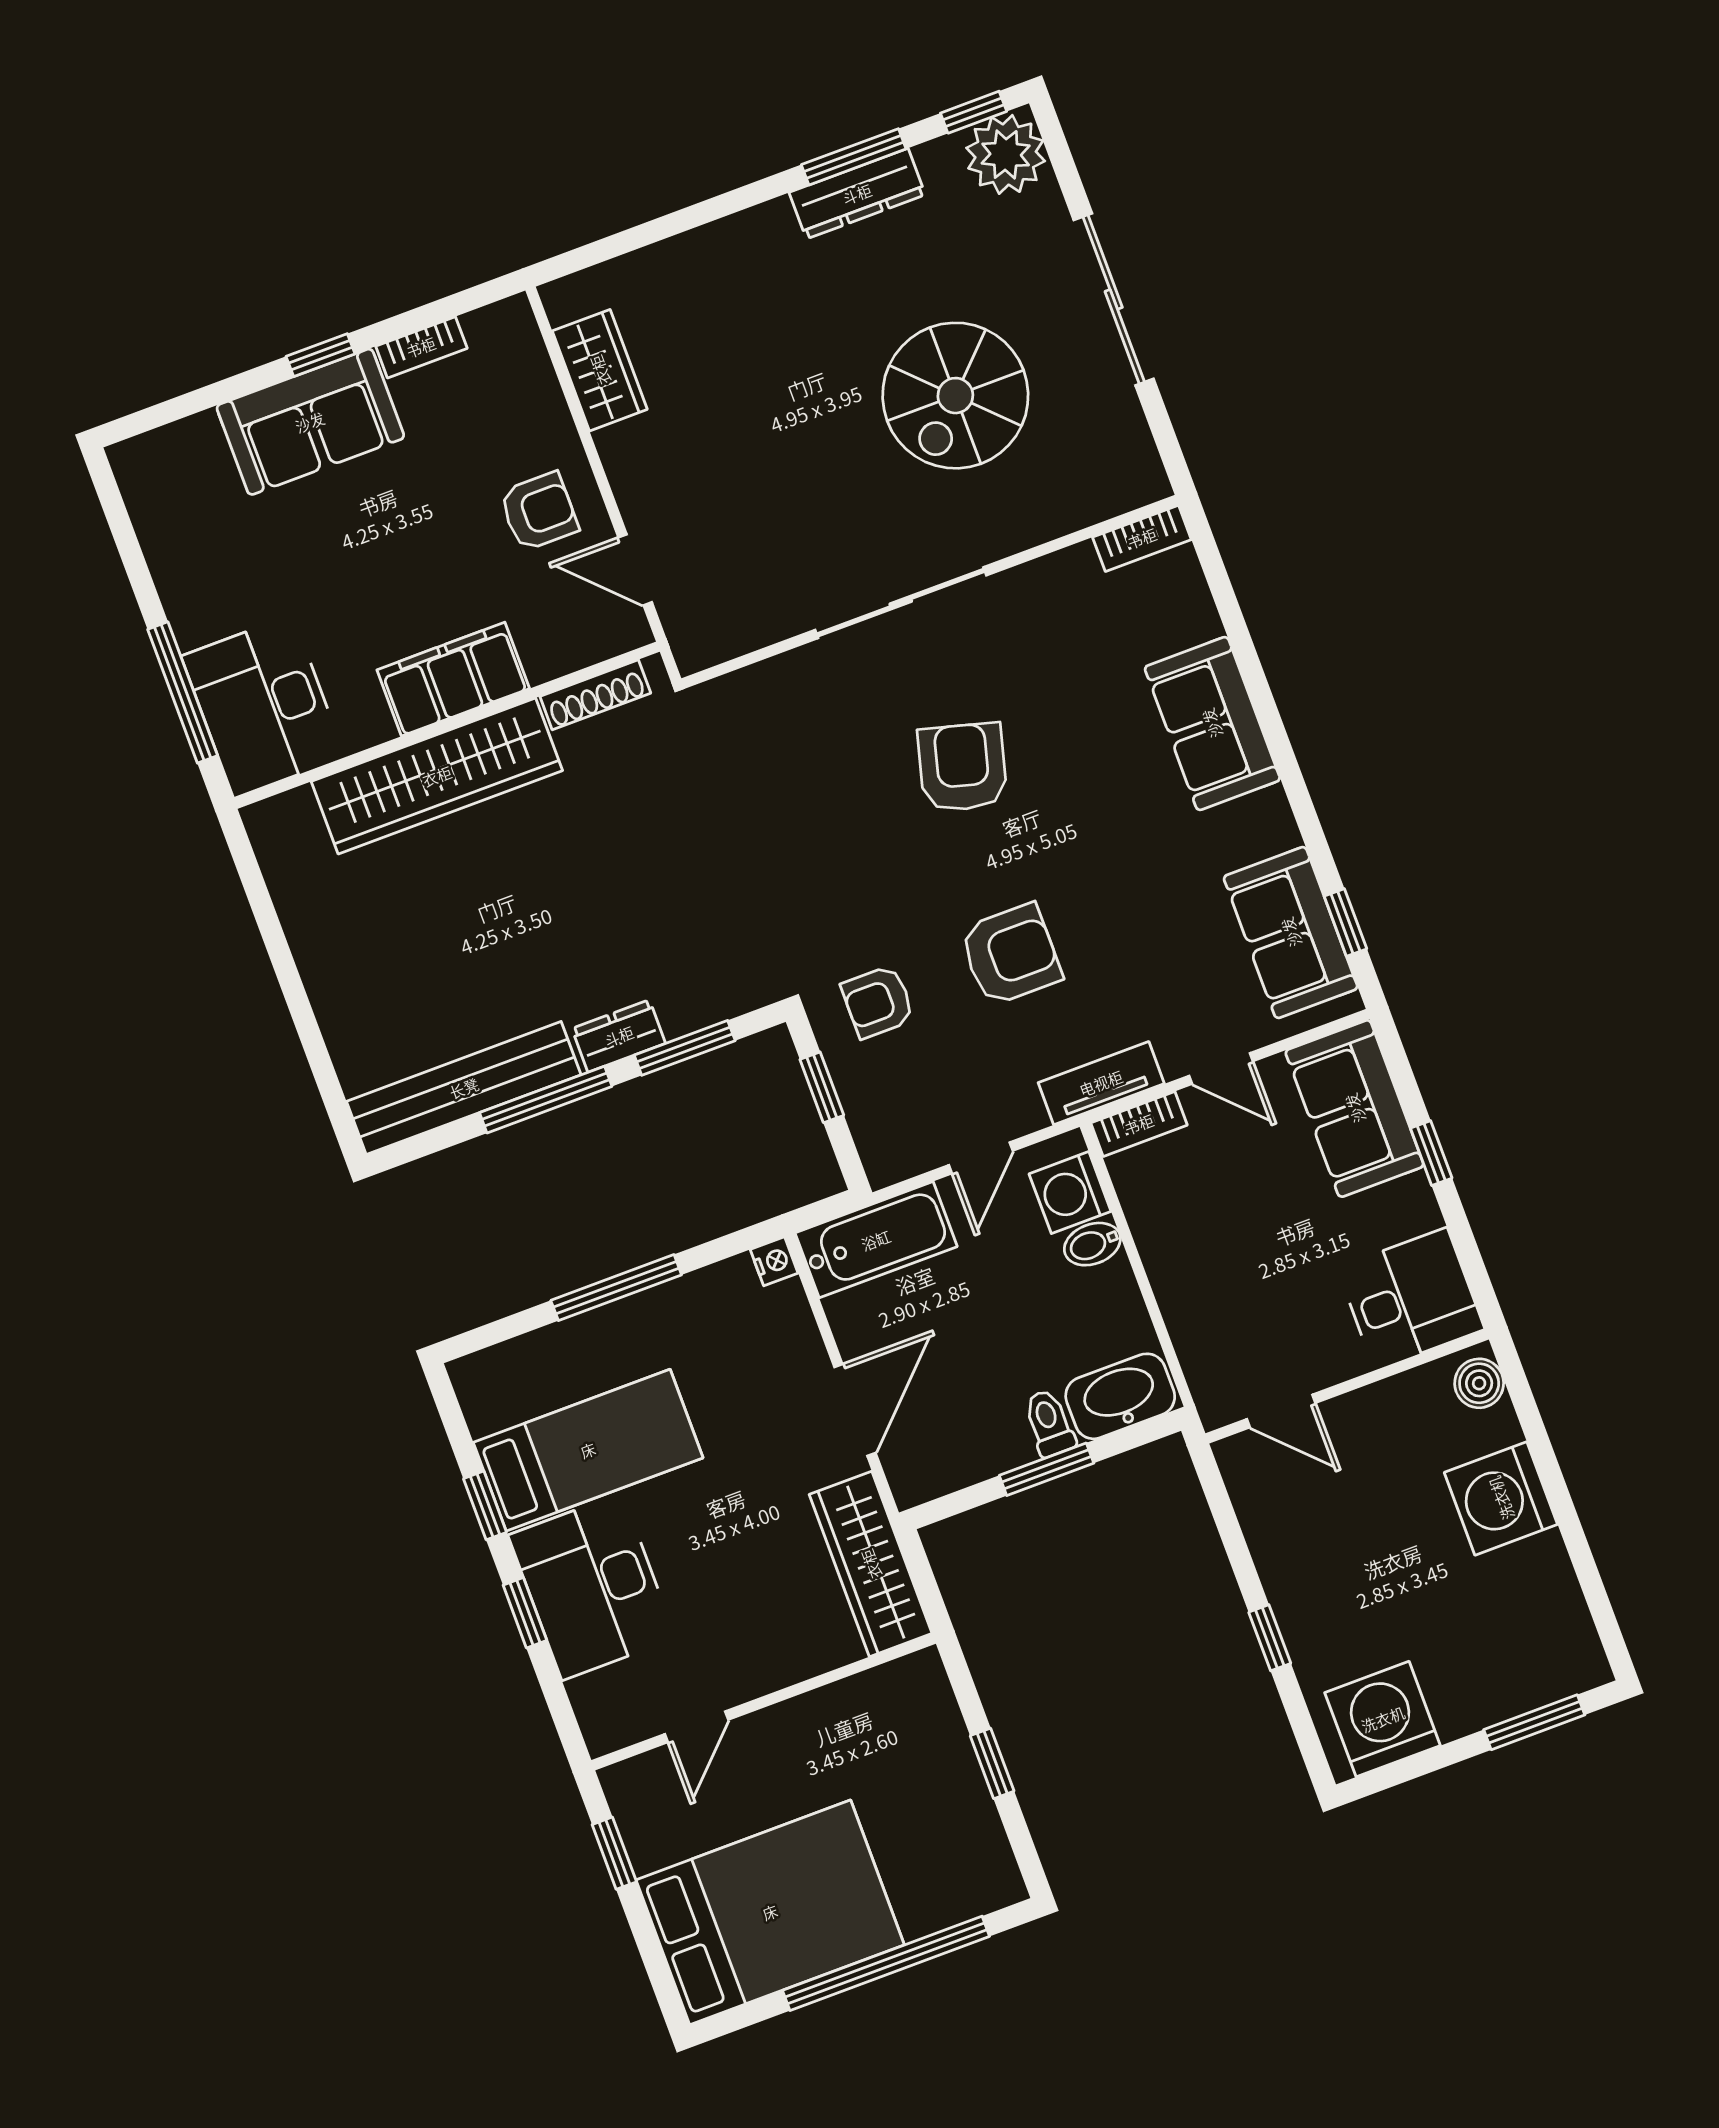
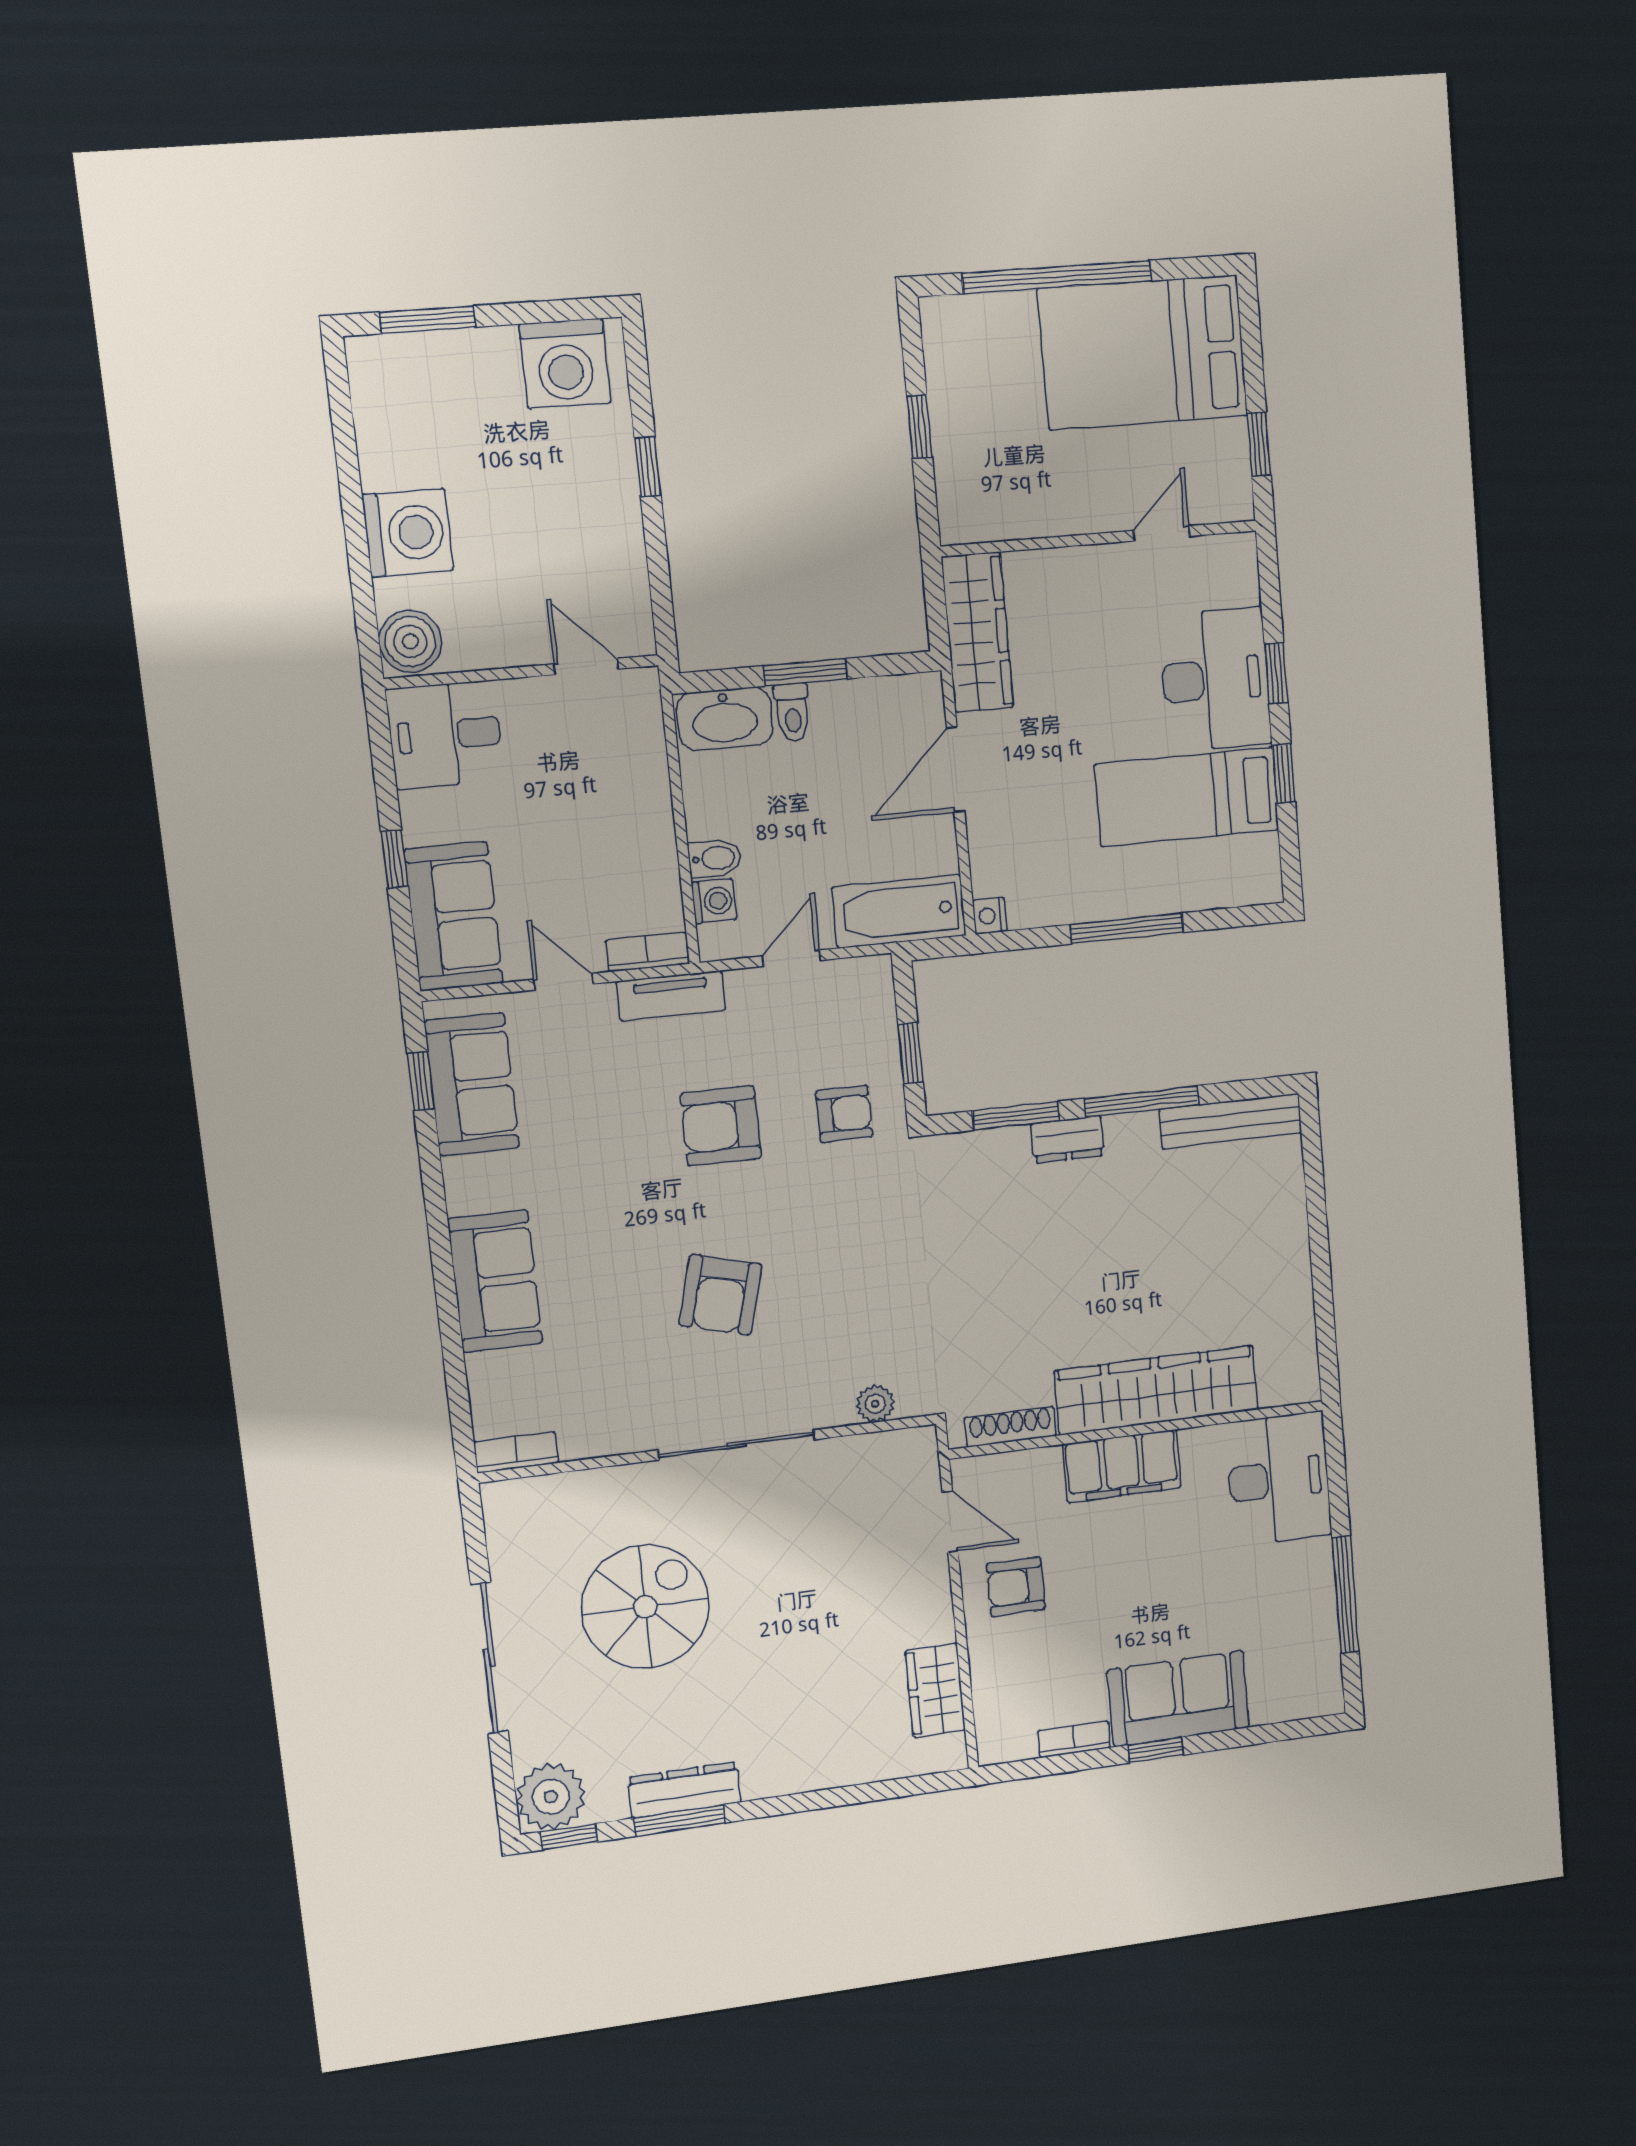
plant: (757, 685) -> (875, 1404), added
window: (183, 692) -> (1345, 1595), moved
bench: (464, 1088) -> (1231, 1121), width x0.73, depth x0.82
washing machine: (1070, 1193) -> (714, 901), width x0.73, depth x0.73
boiler: (1479, 1383) -> (410, 641), width x1.36, depth x1.36

